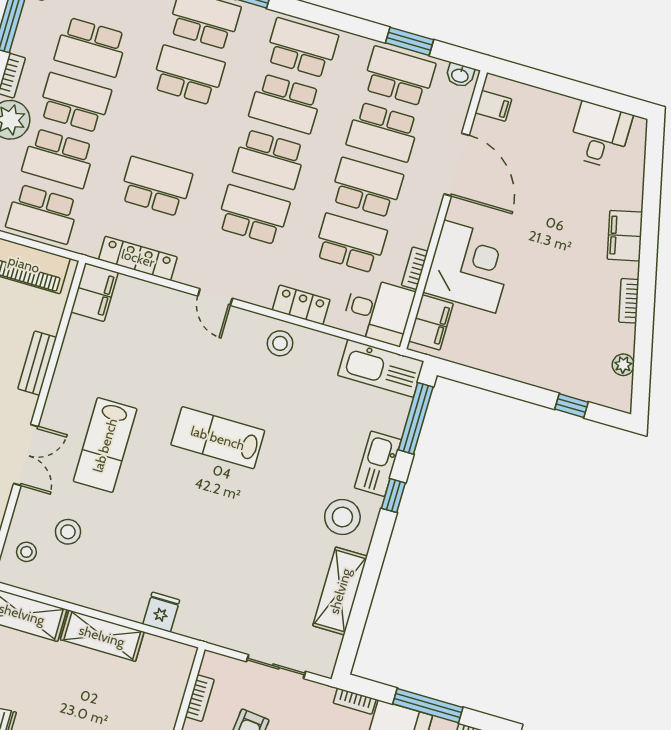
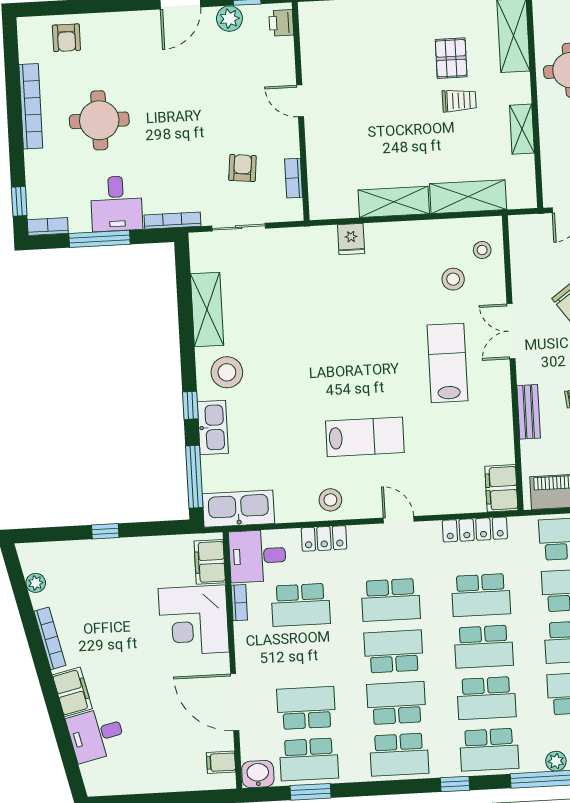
washbasin: (460, 75) -> (258, 774), width x1.38, depth x1.45
desk: (600, 135) -> (96, 734), moved, turned 77
school desk: (367, 188) -> (484, 647), moved
bookcase: (629, 301) -> (50, 638), width x1.56
window: (572, 406) -> (105, 531), moved
lab bench: (218, 438) -> (365, 437), moved
bookcase: (355, 701) -> (172, 221), width x1.56

